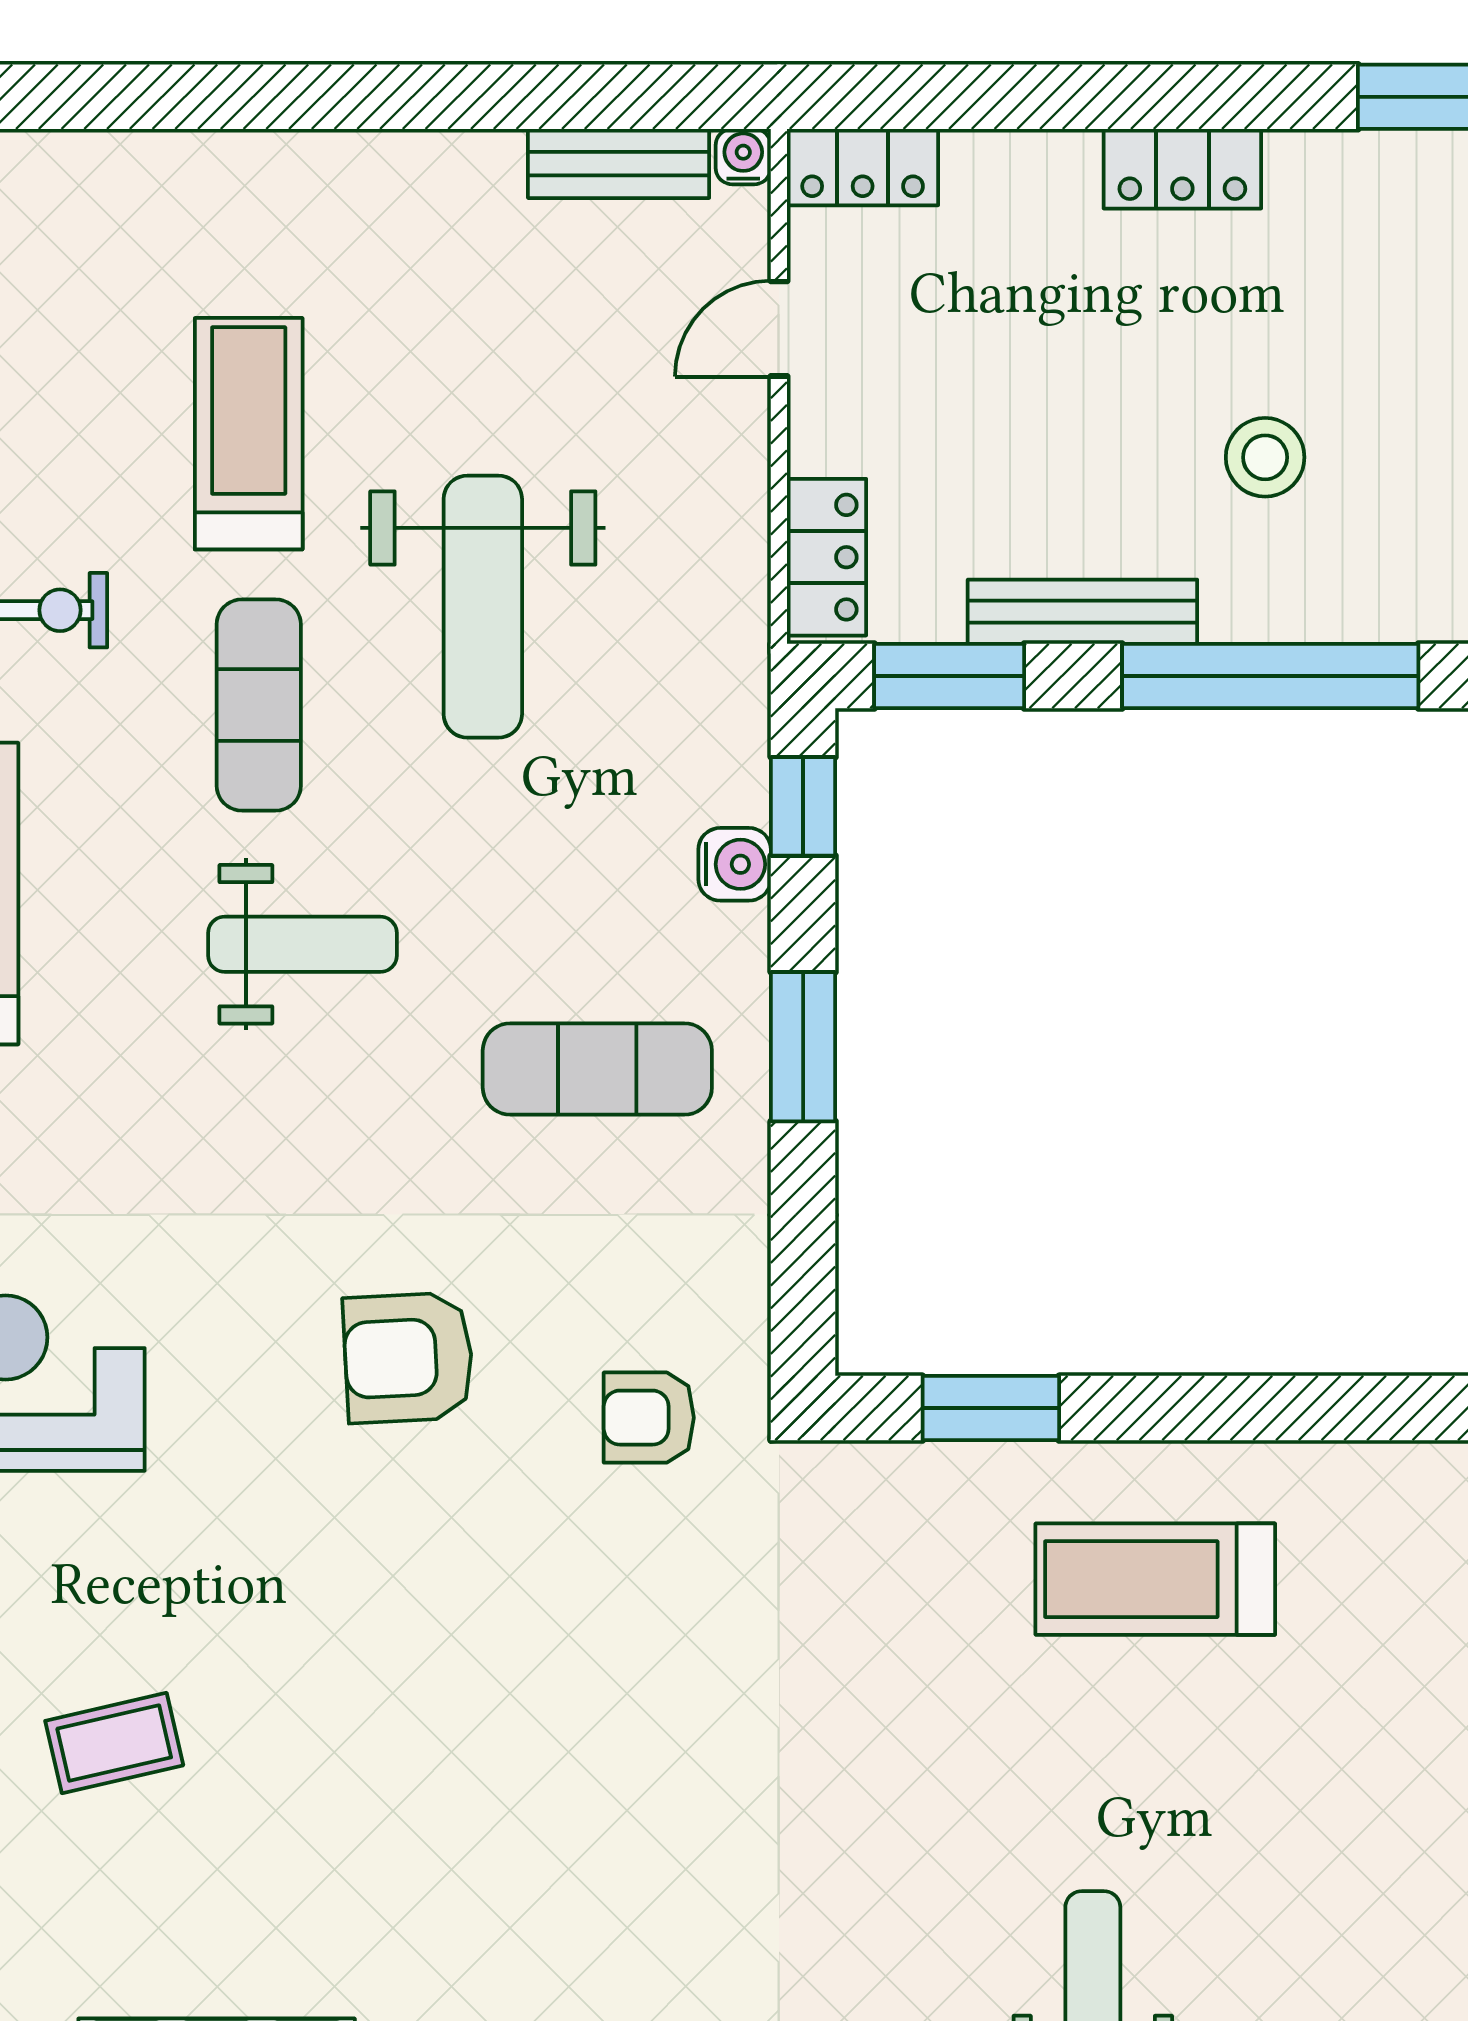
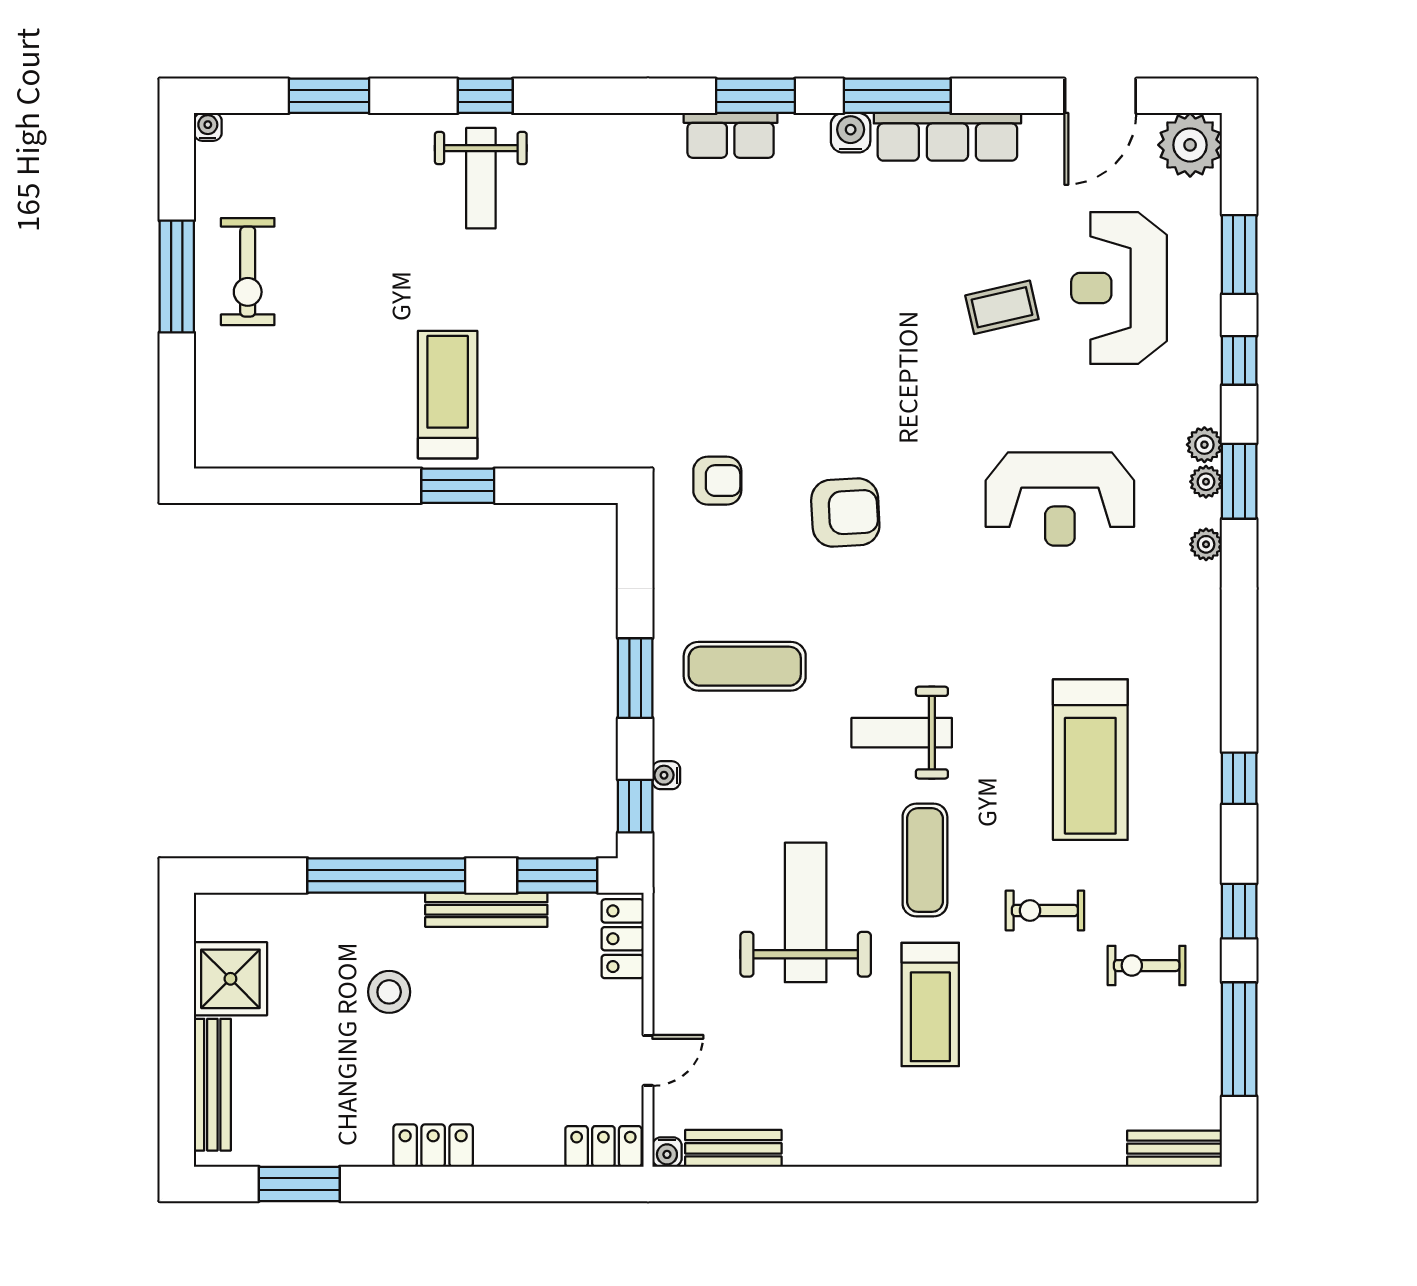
water cooler: (735, 864) -> (666, 775), width x0.72, depth x0.72
window: (991, 1408) -> (458, 486), moved
treadmill: (1155, 1579) -> (448, 395), turned -90

